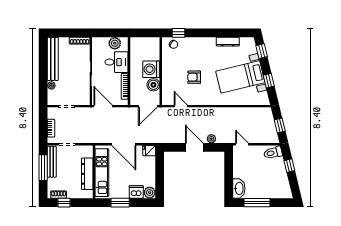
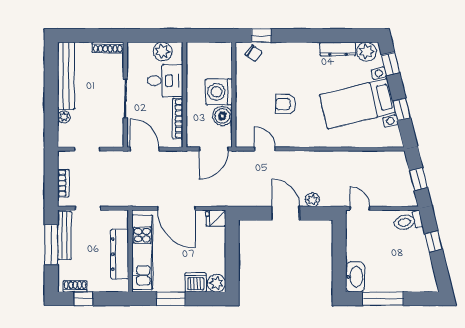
plant: (246, 43) -> (367, 52), added

